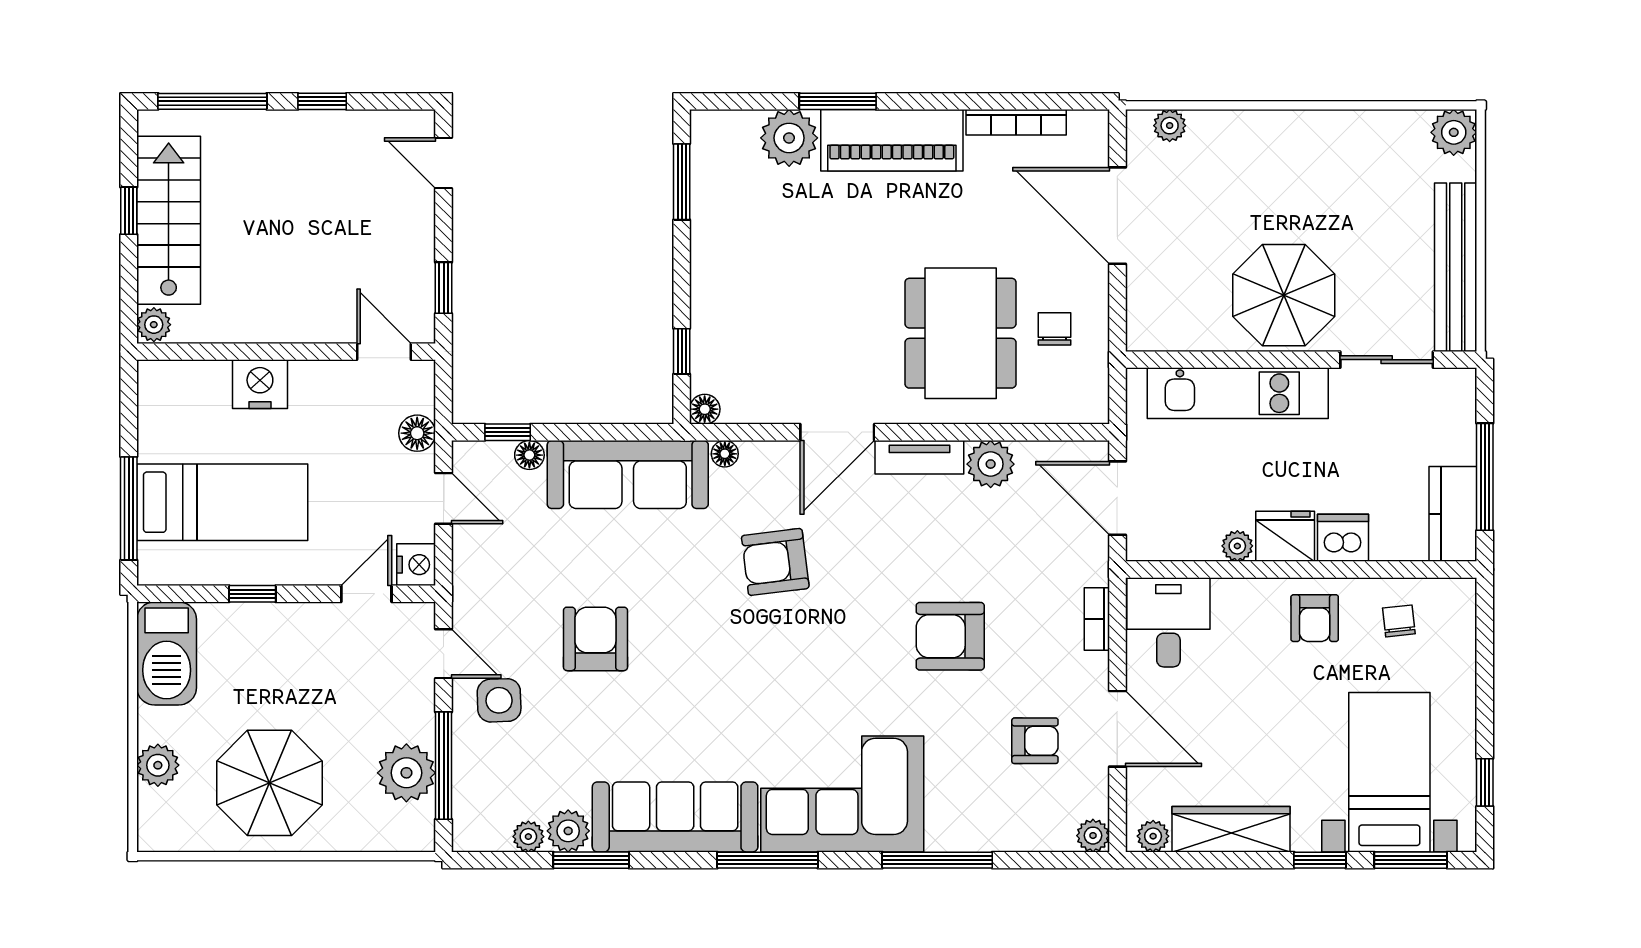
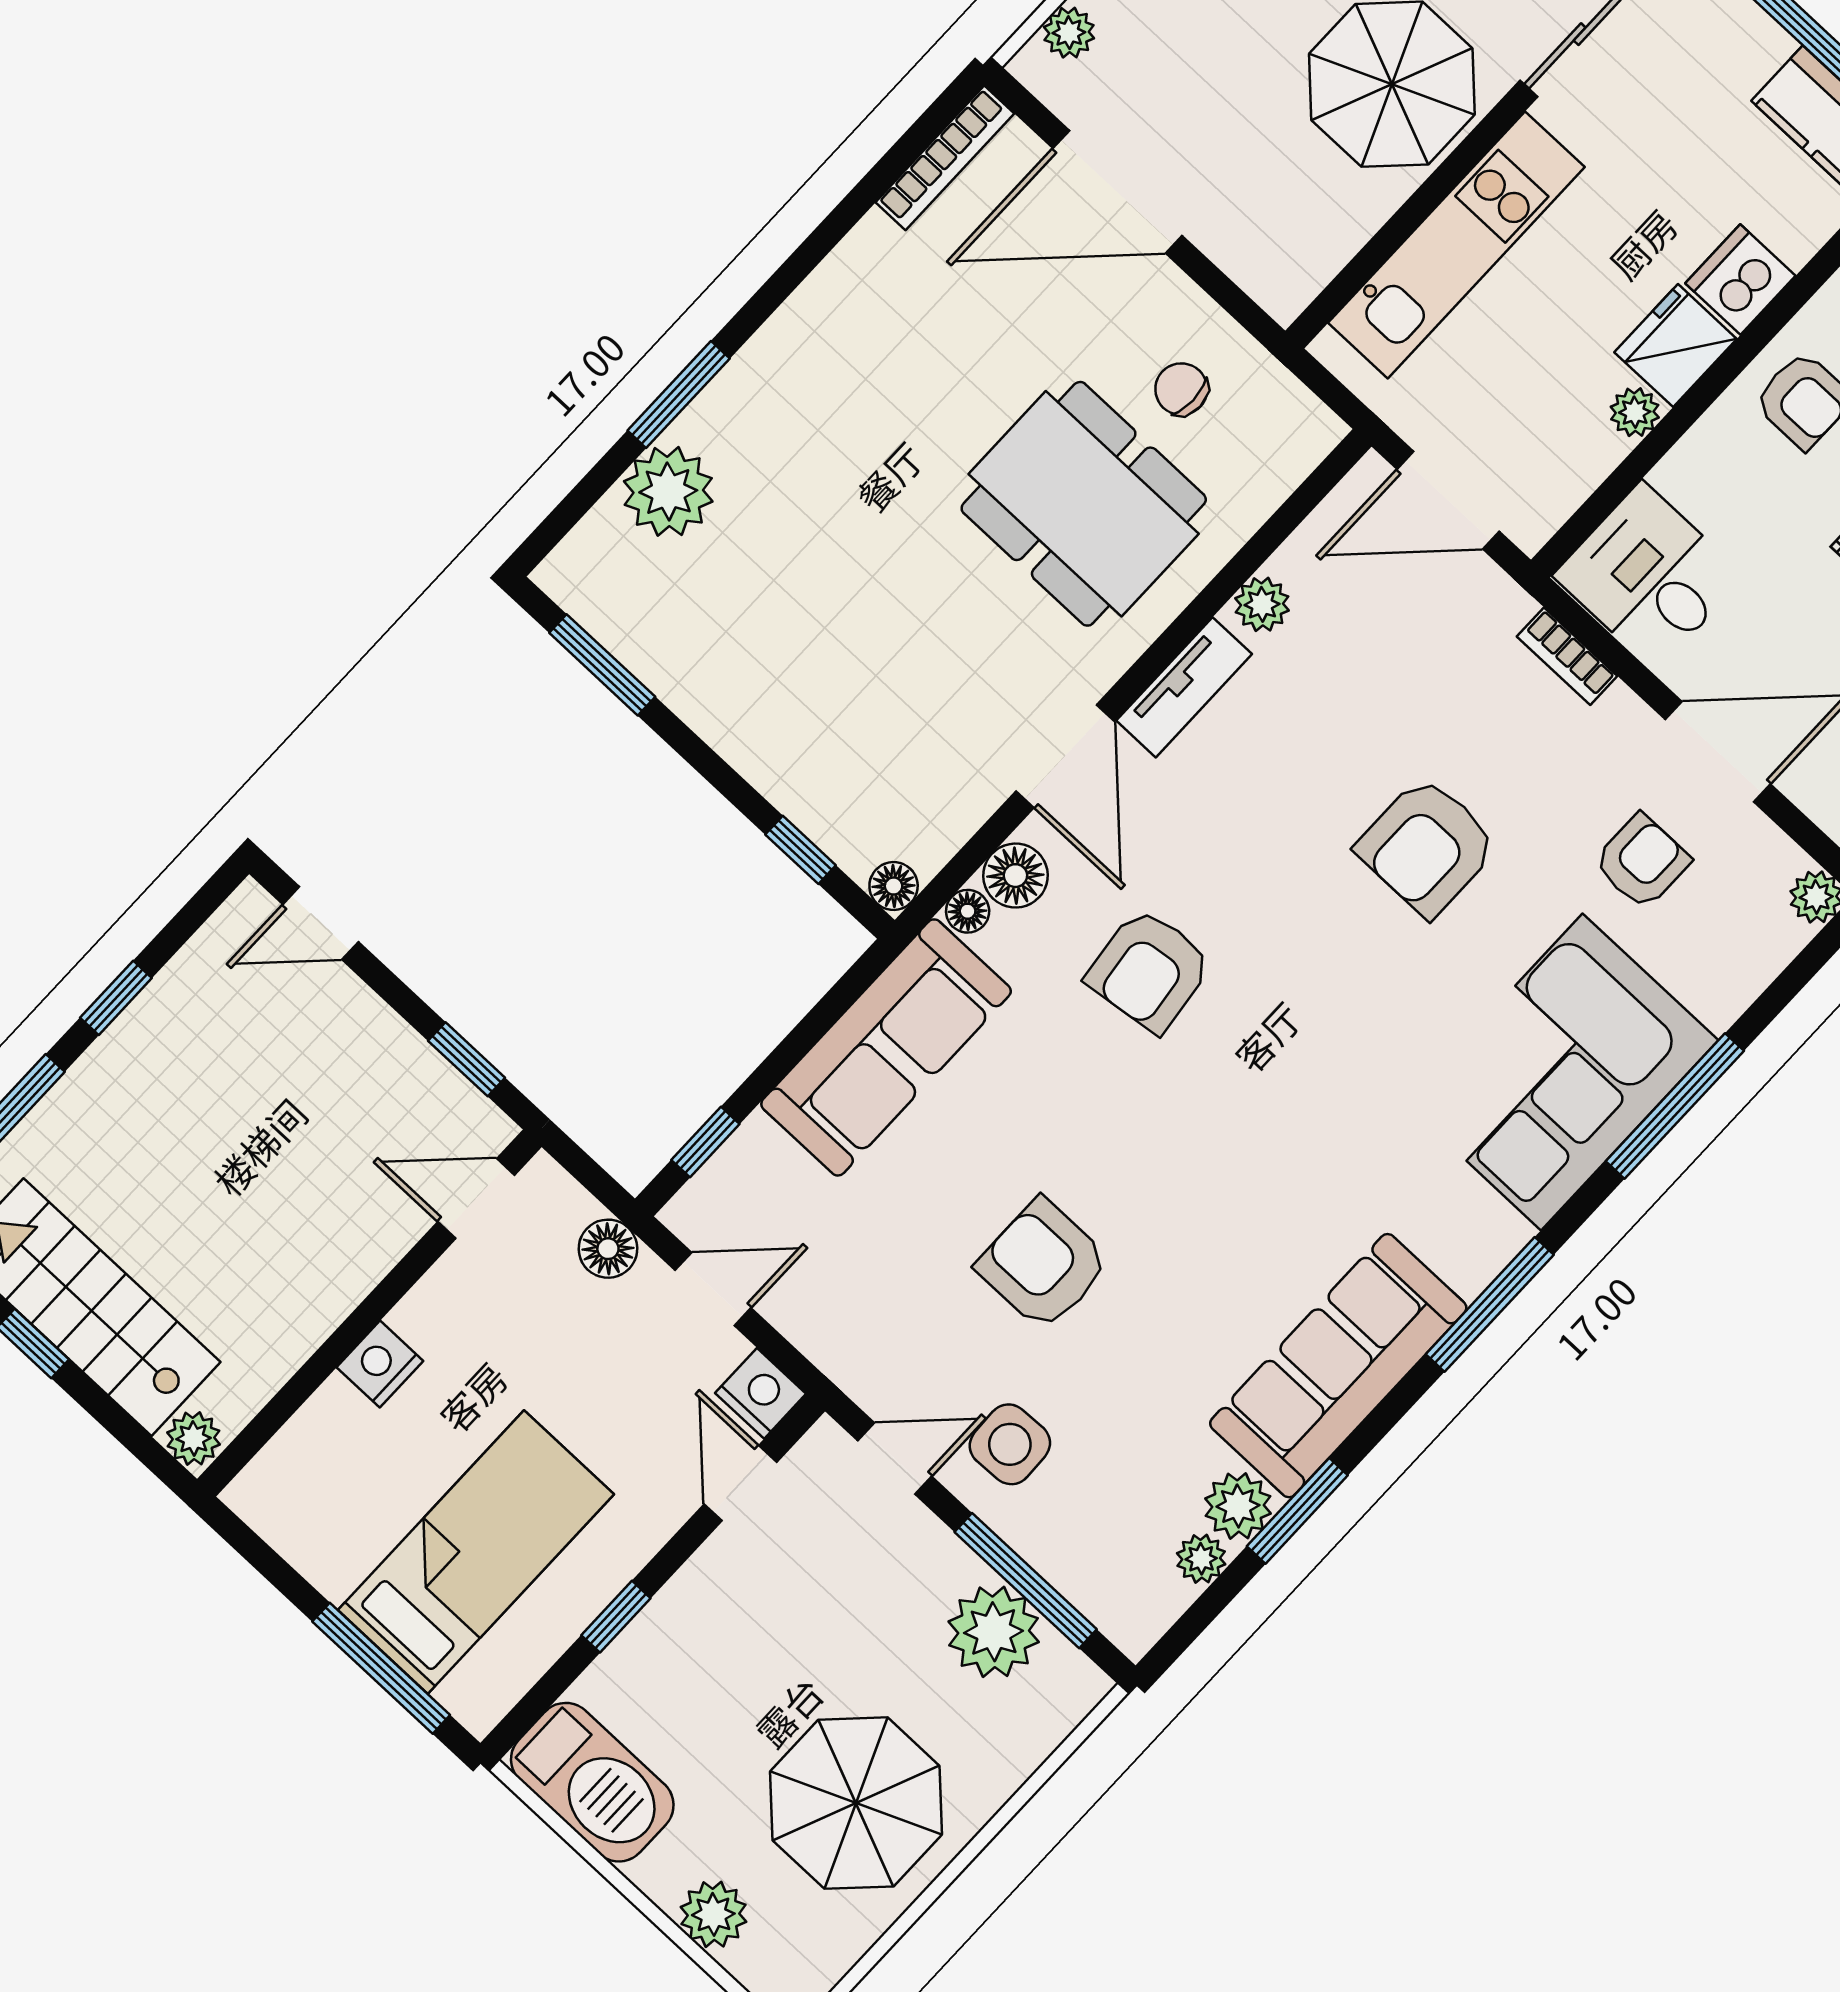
bookcase: (1016, 122) -> (945, 158), moved
piano: (892, 140) -> (783, 374), removed
nightstand: (260, 384) -> (380, 1364), width x0.74, depth x0.75
floor lamp: (529, 455) -> (1015, 876), moved, width x1.37, depth x1.37
plant: (991, 464) -> (1262, 604), width x0.73, depth x0.73
corner sofa: (842, 794) -> (1562, 1072), moved

